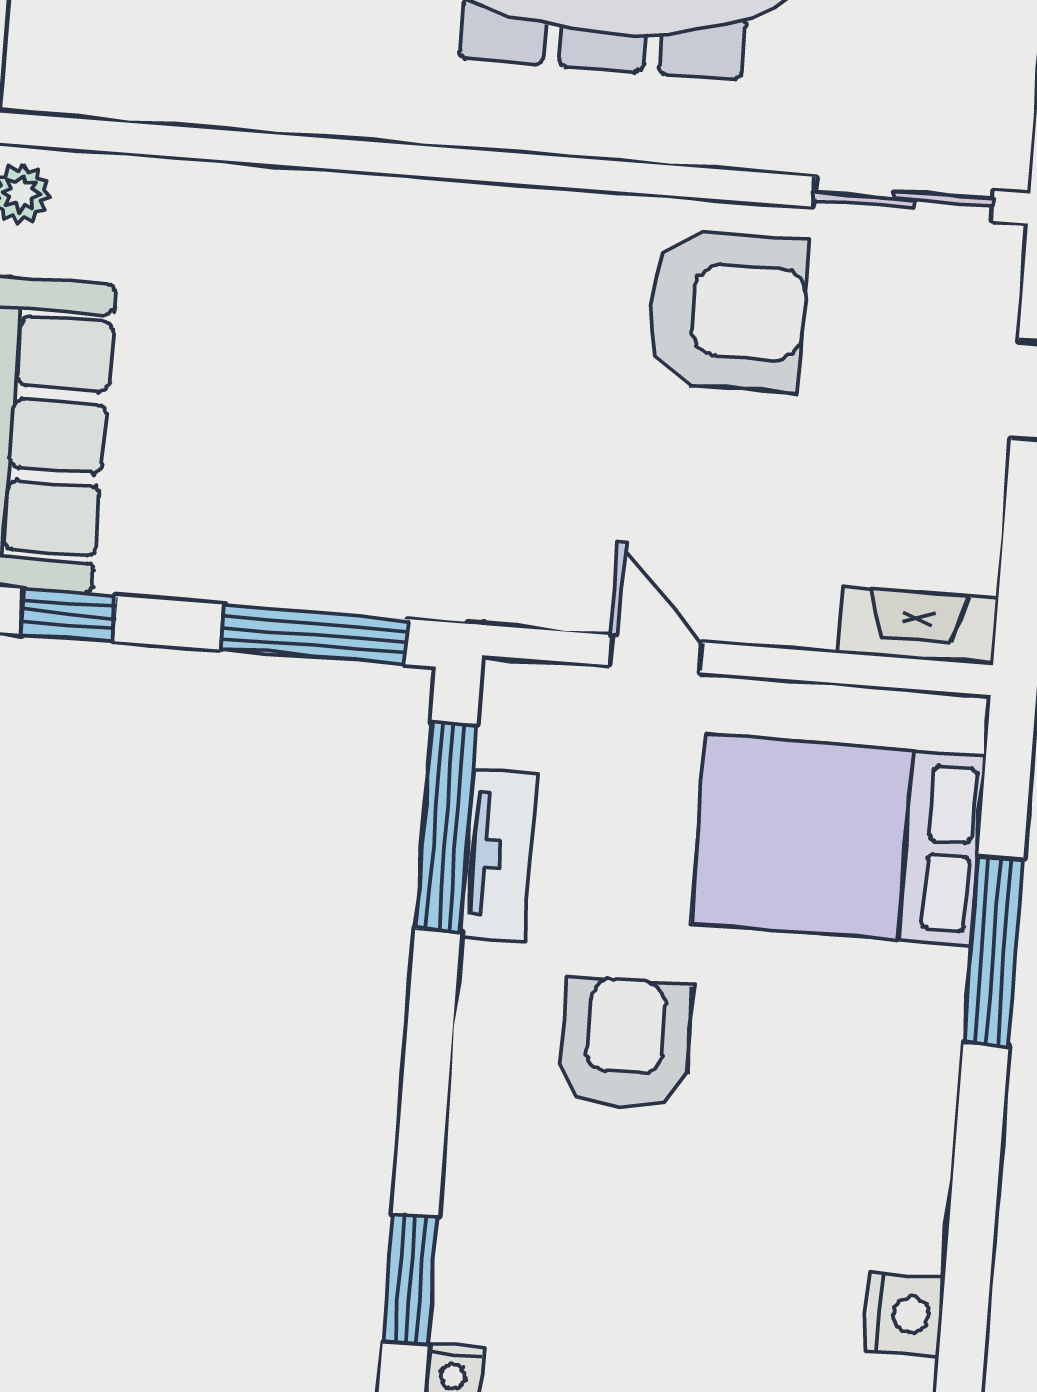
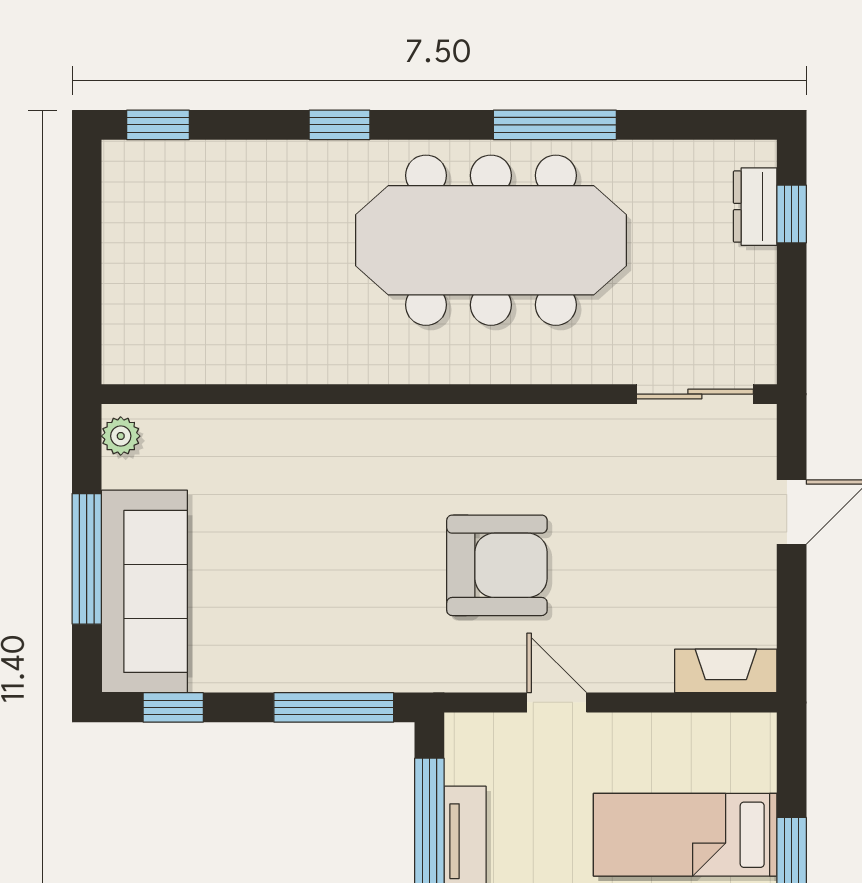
armchair: (727, 311) -> (497, 565), moved
bed: (838, 840) -> (685, 835), width x0.67

